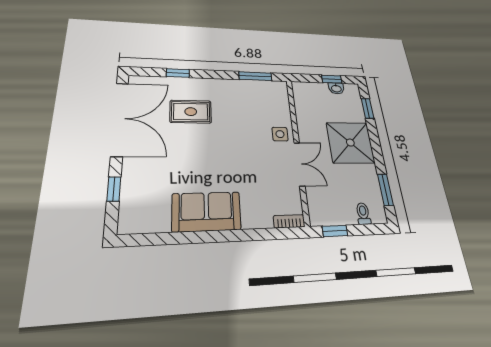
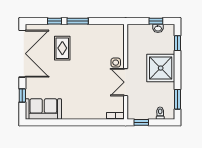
window: (255, 76) -> (78, 21), moved
rug: (191, 112) -> (62, 48), turned 90
double door: (299, 164) -> (126, 82), swing flipped
sofa: (206, 212) -> (43, 109), moved

